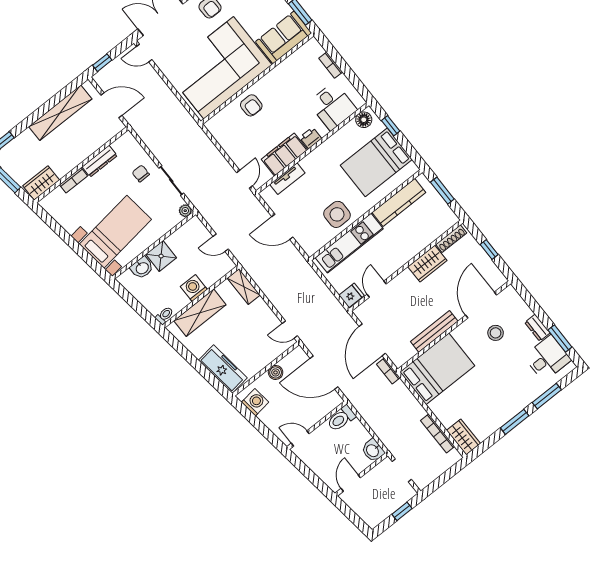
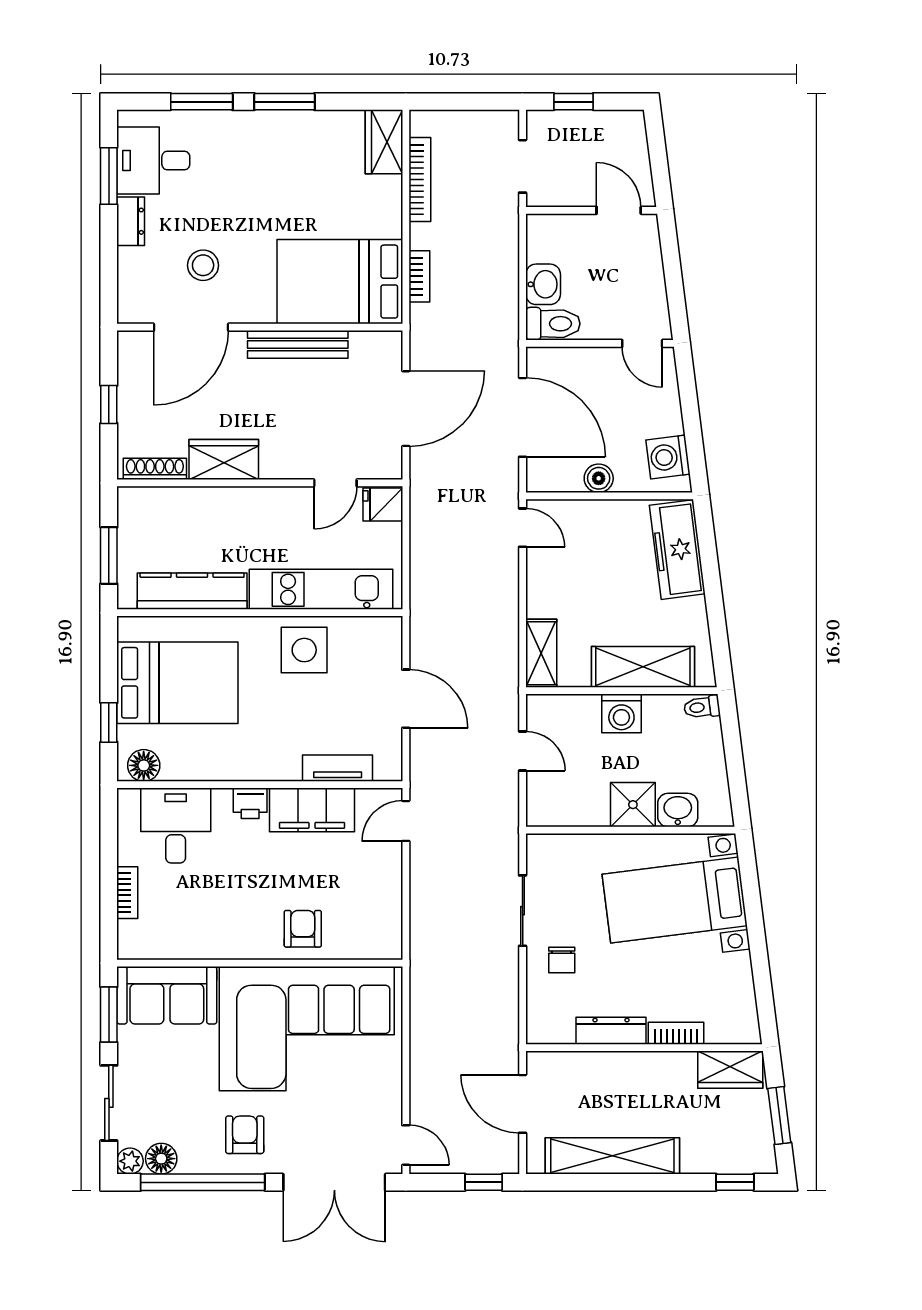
plant: (185, 211) -> (538, 846), removed
bookcase: (388, 371) -> (419, 276), moved
washbasin: (373, 450) -> (543, 284), moved
door: (351, 483) -> (619, 210), swing flipped

